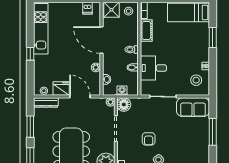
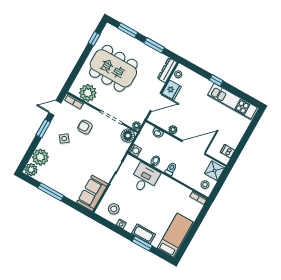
cot: (146, 31) -> (143, 234), moved
washing machine: (122, 91) -> (135, 150), moved
window: (213, 132) -> (51, 192), moved
armchair: (149, 139) -> (85, 127), moved

